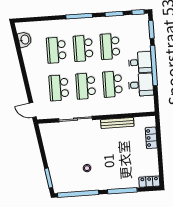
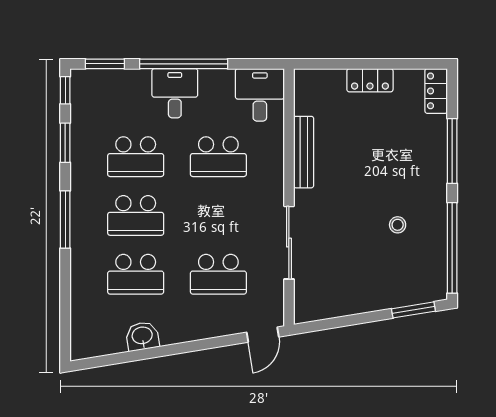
washbasin: (25, 40) -> (142, 336), moved
desk: (141, 85) -> (260, 95), moved
school desk: (86, 86) -> (218, 215), removed
locker: (151, 138) -> (370, 80), moved

